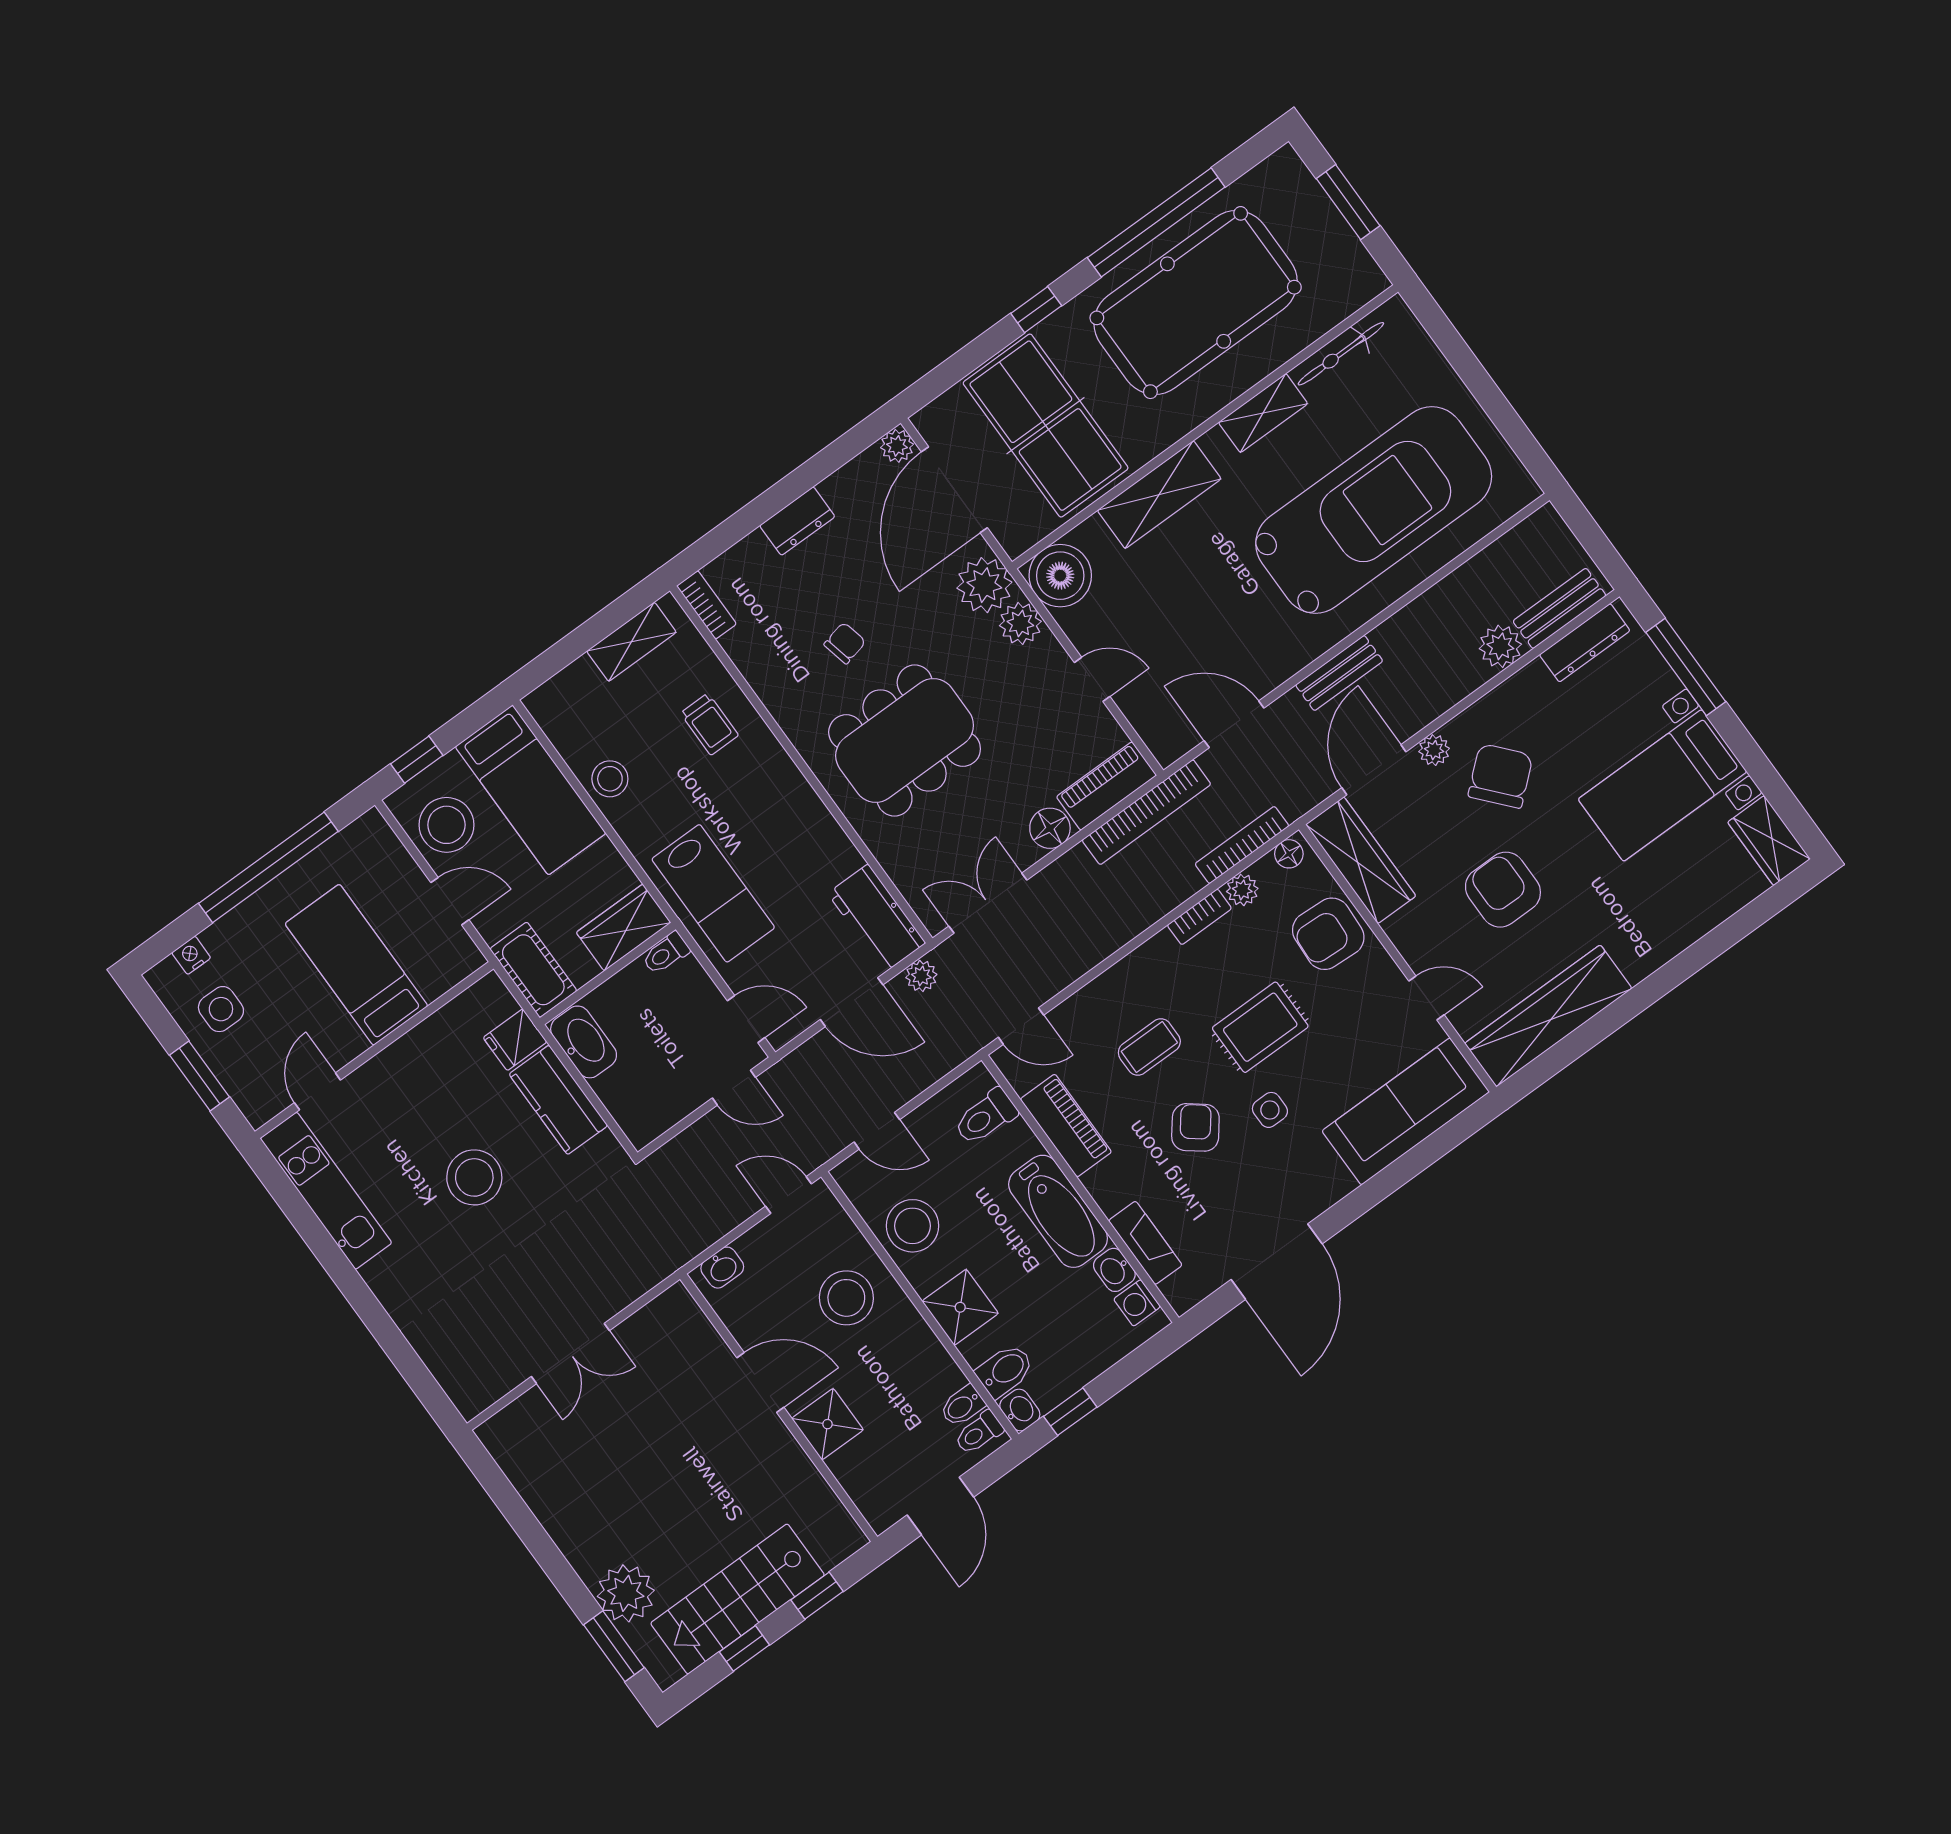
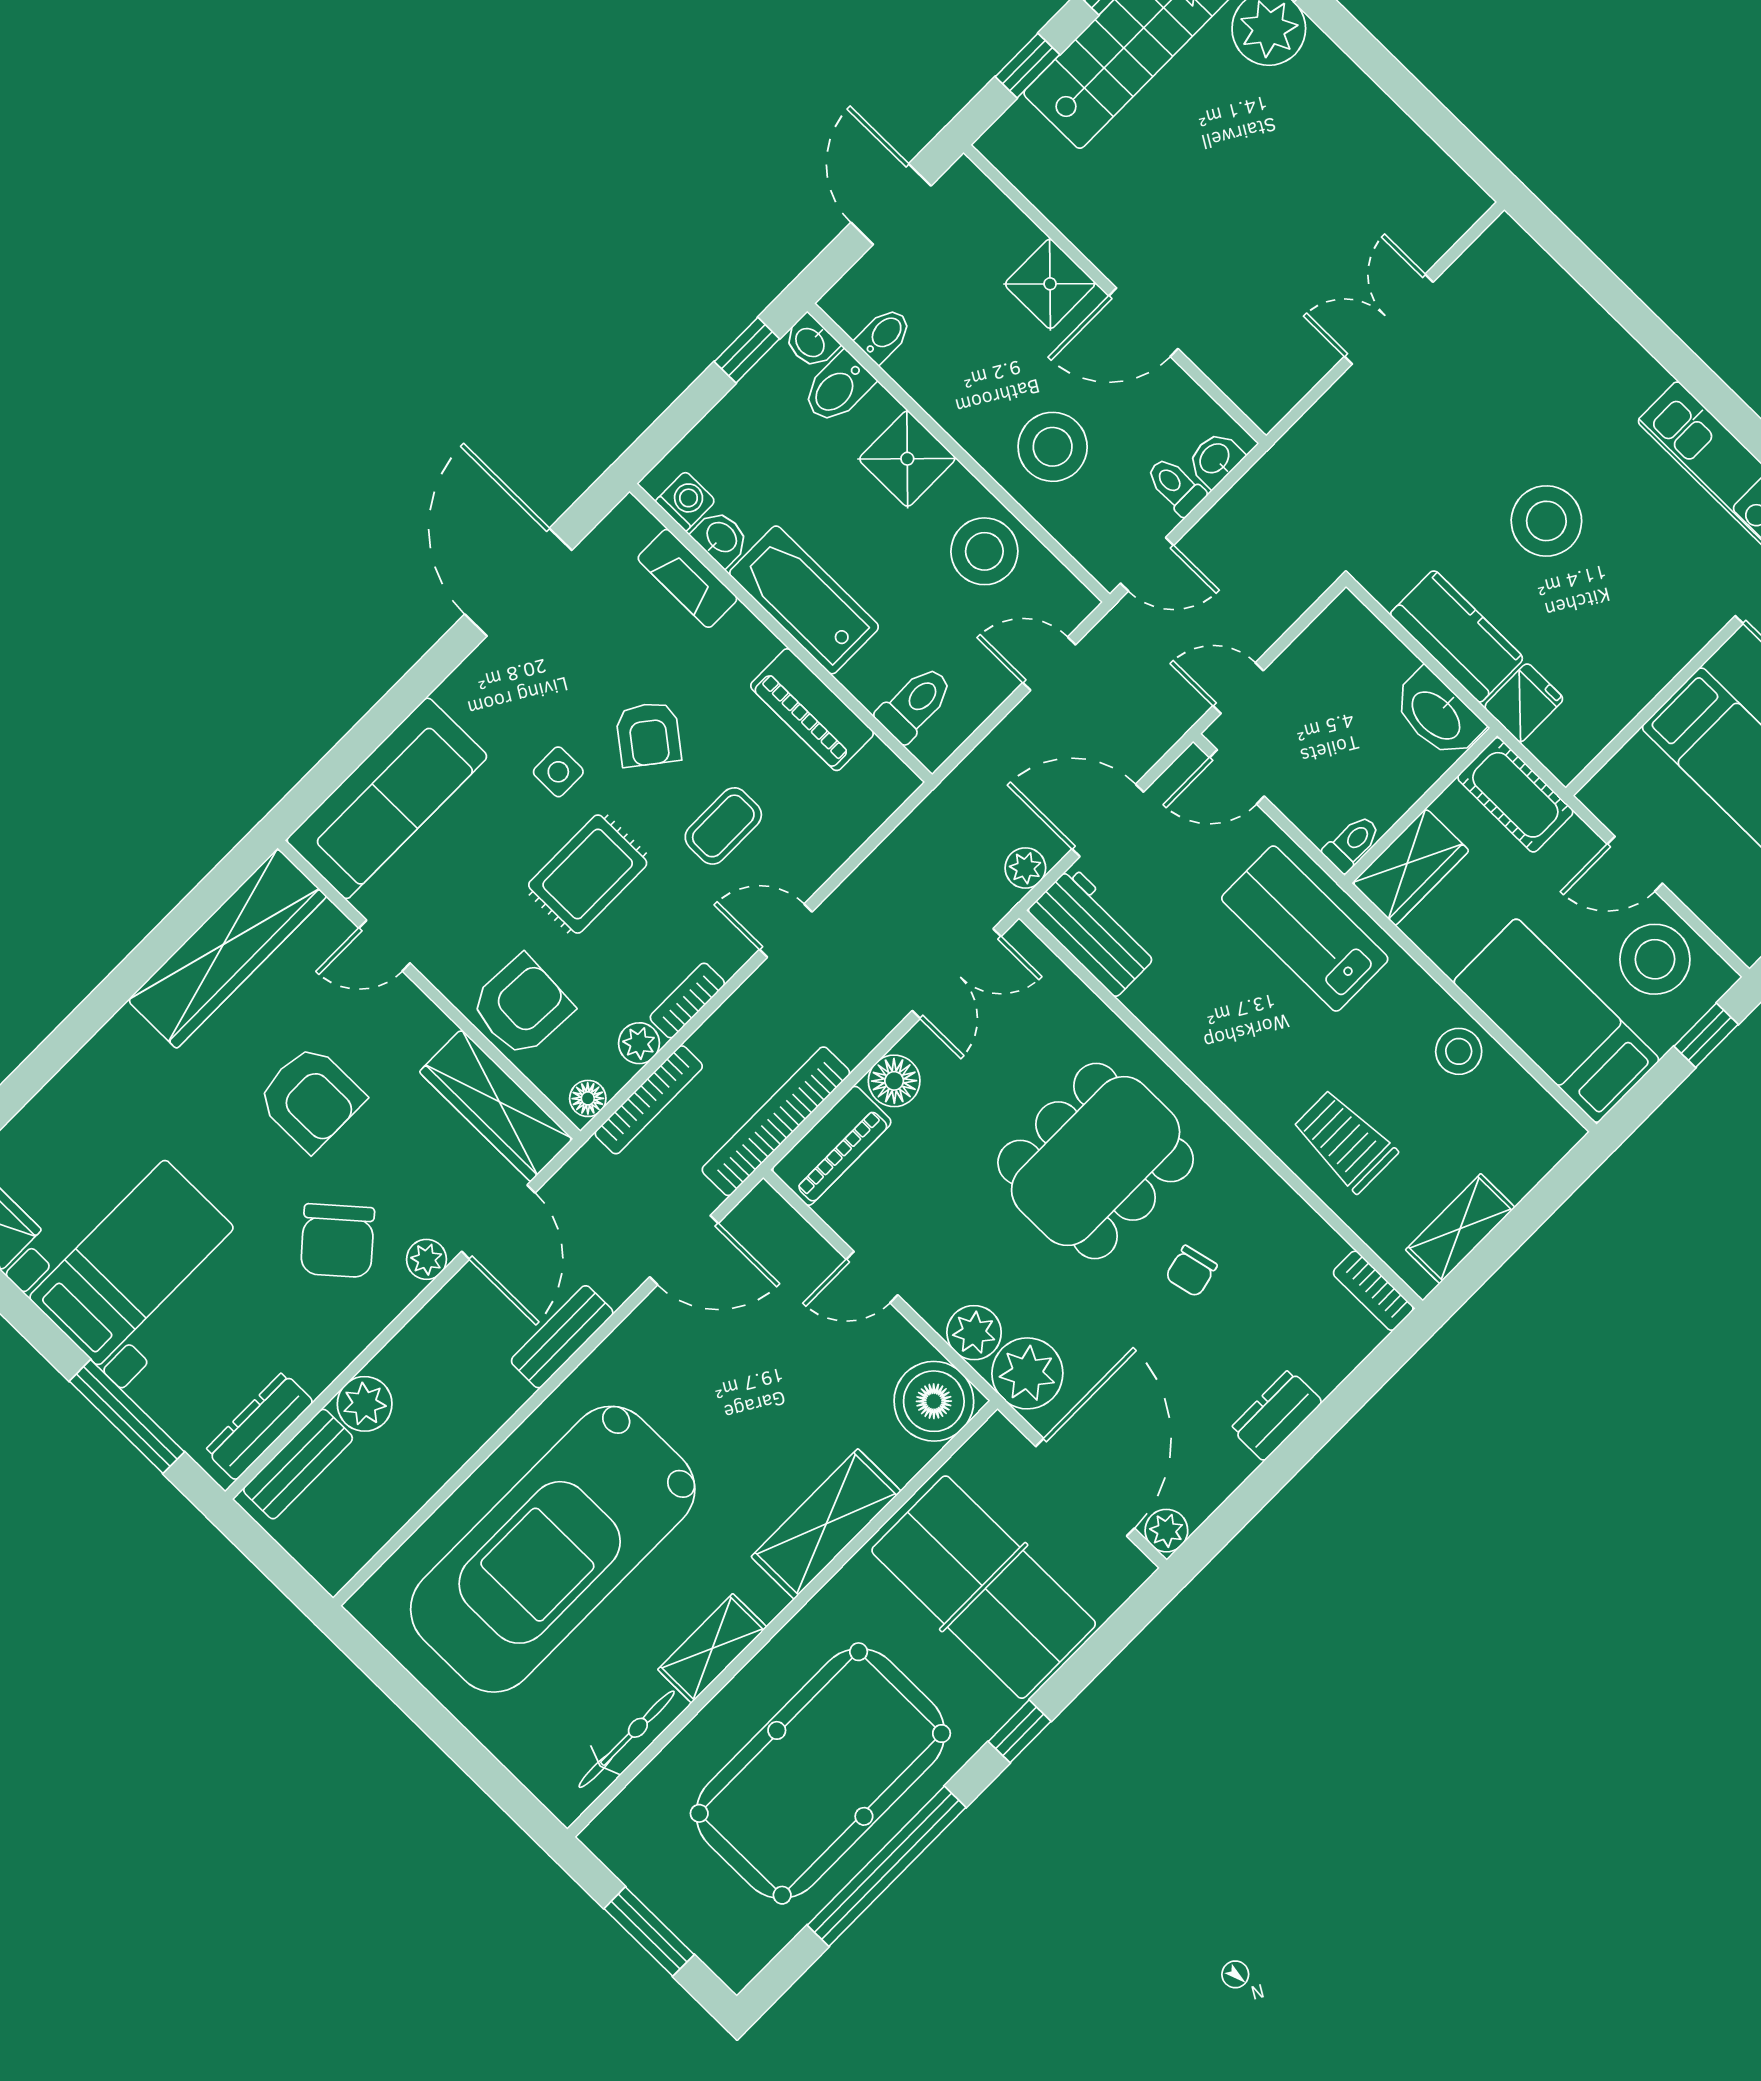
trolley: (709, 724) -> (1345, 1141), width x1.36, depth x1.39
door: (1021, 1026) -> (786, 931), moved
toilet: (979, 1433) -> (1176, 486), moved, turned -90

